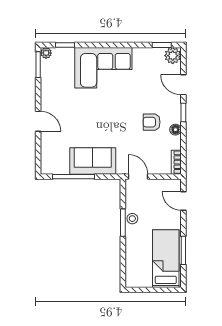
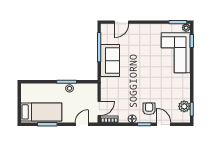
plant: (173, 56) -> (184, 106), moved
corner sofa: (103, 68) -> (176, 53), moved
door: (183, 85) -> (164, 124), hinge flipped
door: (38, 121) -> (121, 22), moved
armchair: (152, 122) -> (149, 109), moved
door: (138, 177) -> (99, 108), moved

